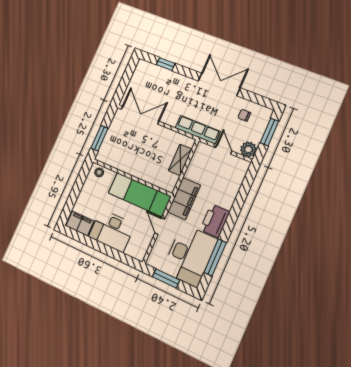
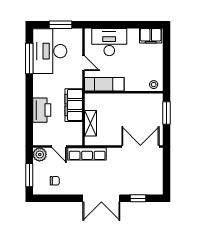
double door: (219, 84) -> (101, 198), moved
double door: (140, 115) -> (140, 146), swing flipped
exam couch: (140, 195) -> (104, 84), width x0.73, depth x0.69
filing cabinet: (184, 199) -> (74, 105), moved
printer: (215, 221) -> (42, 110), moved
desk: (112, 231) -> (109, 42), moved

